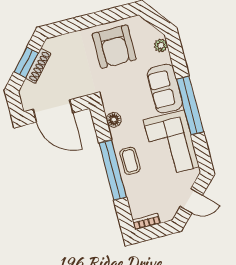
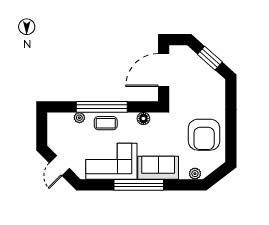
armchair: (114, 47) -> (204, 135), turned -90
shoe rack: (38, 66) -> (204, 67), removed
plant: (131, 192) -> (79, 118), added
bookcase: (146, 222) -> (52, 124), removed

